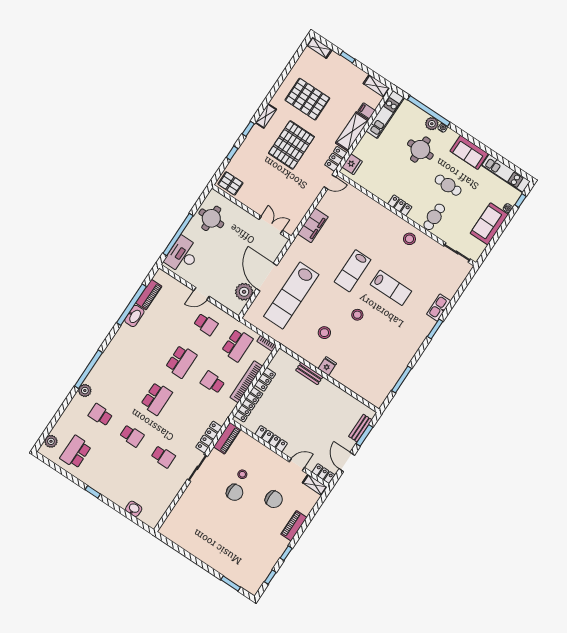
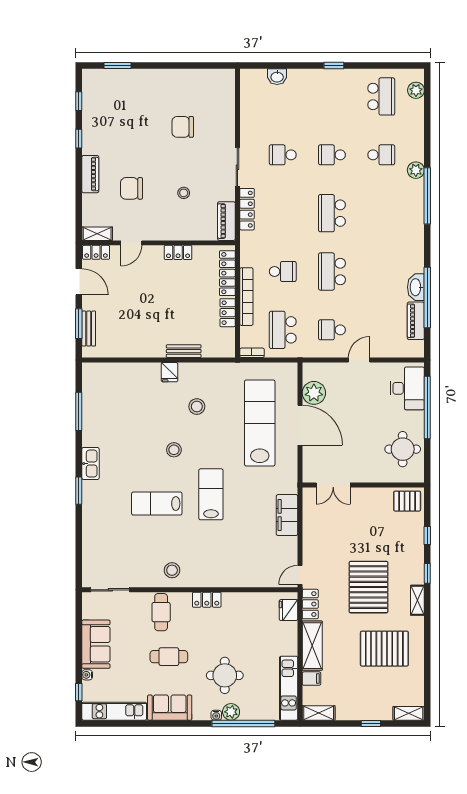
kitchen sink: (439, 308) -> (90, 464), moved
locker: (271, 439) -> (178, 252), width x0.66
chair: (235, 492) -> (183, 127), moved

